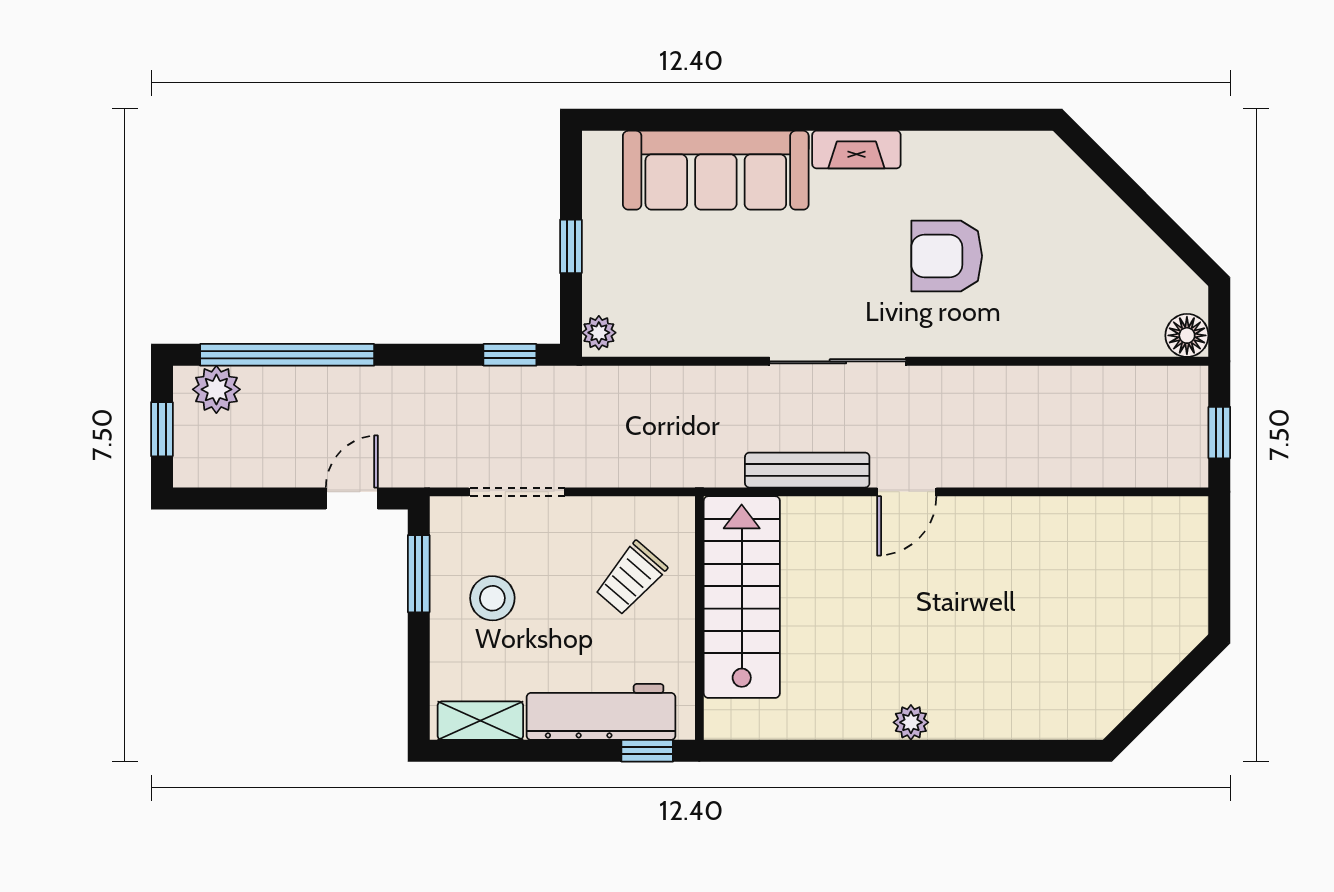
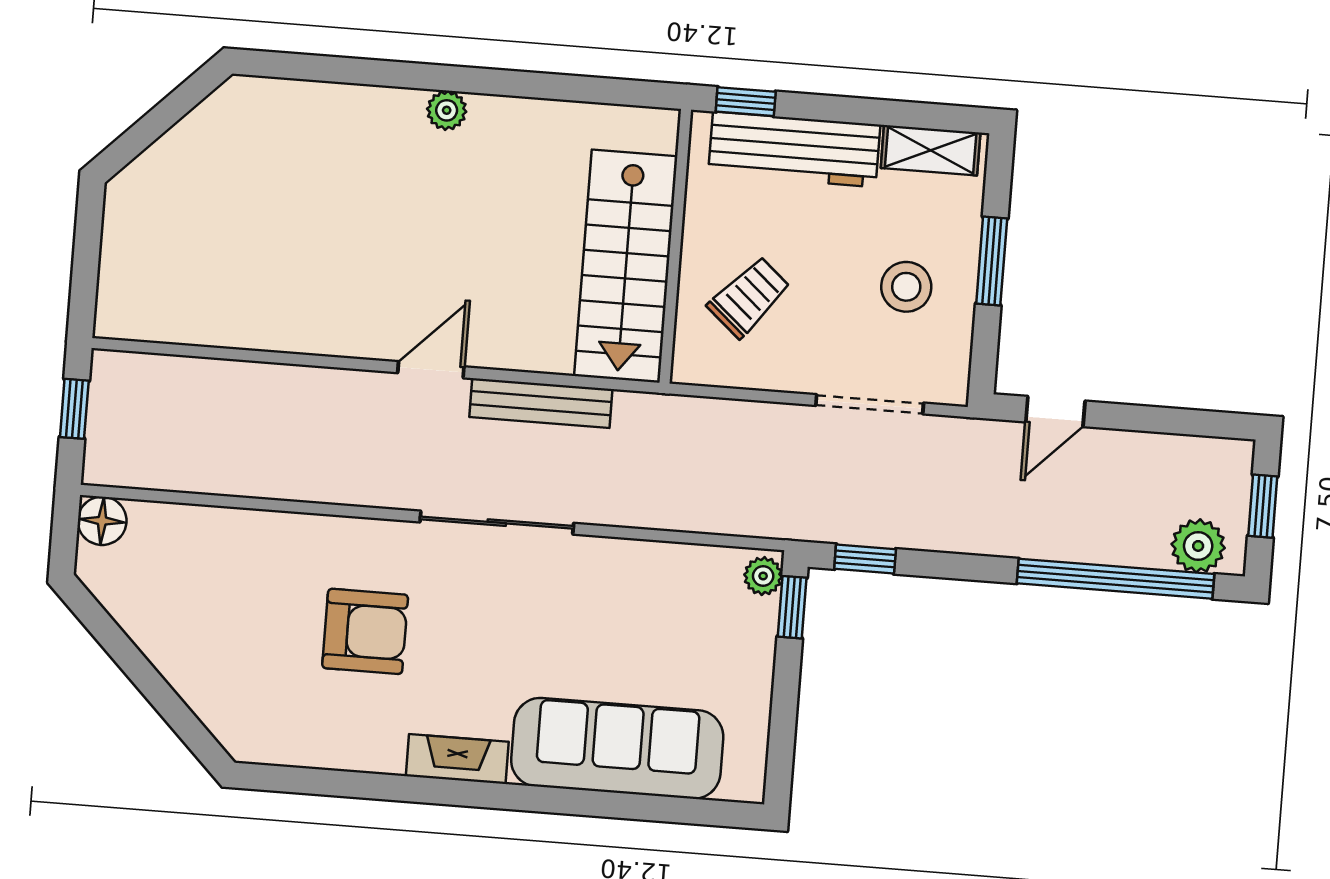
window: (571, 246) -> (792, 607), moved
window: (419, 574) -> (992, 261), moved

